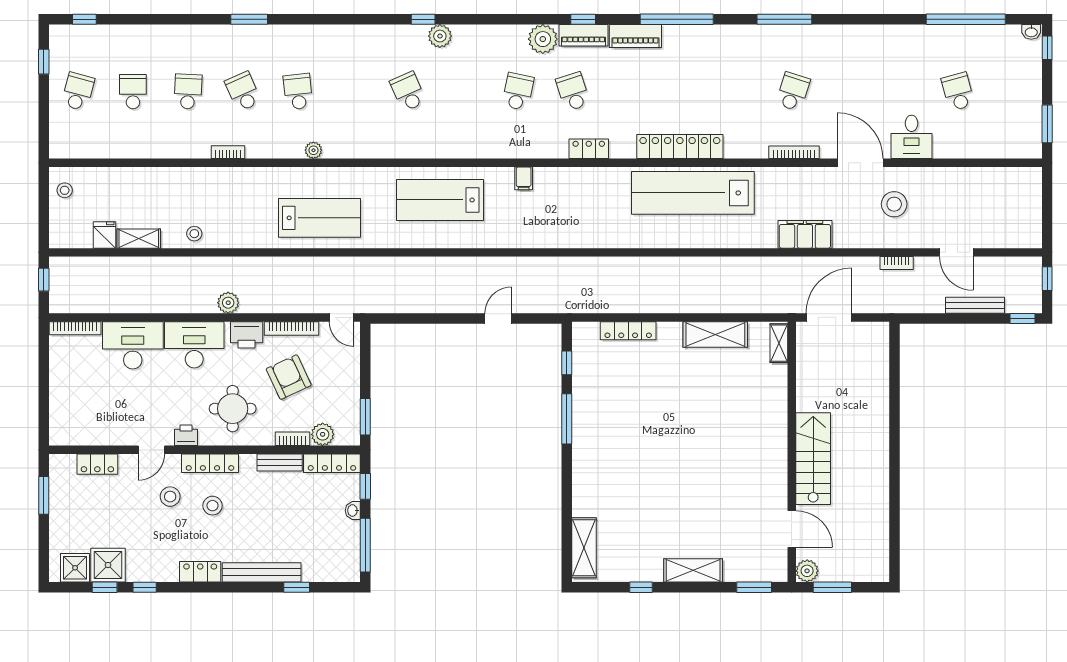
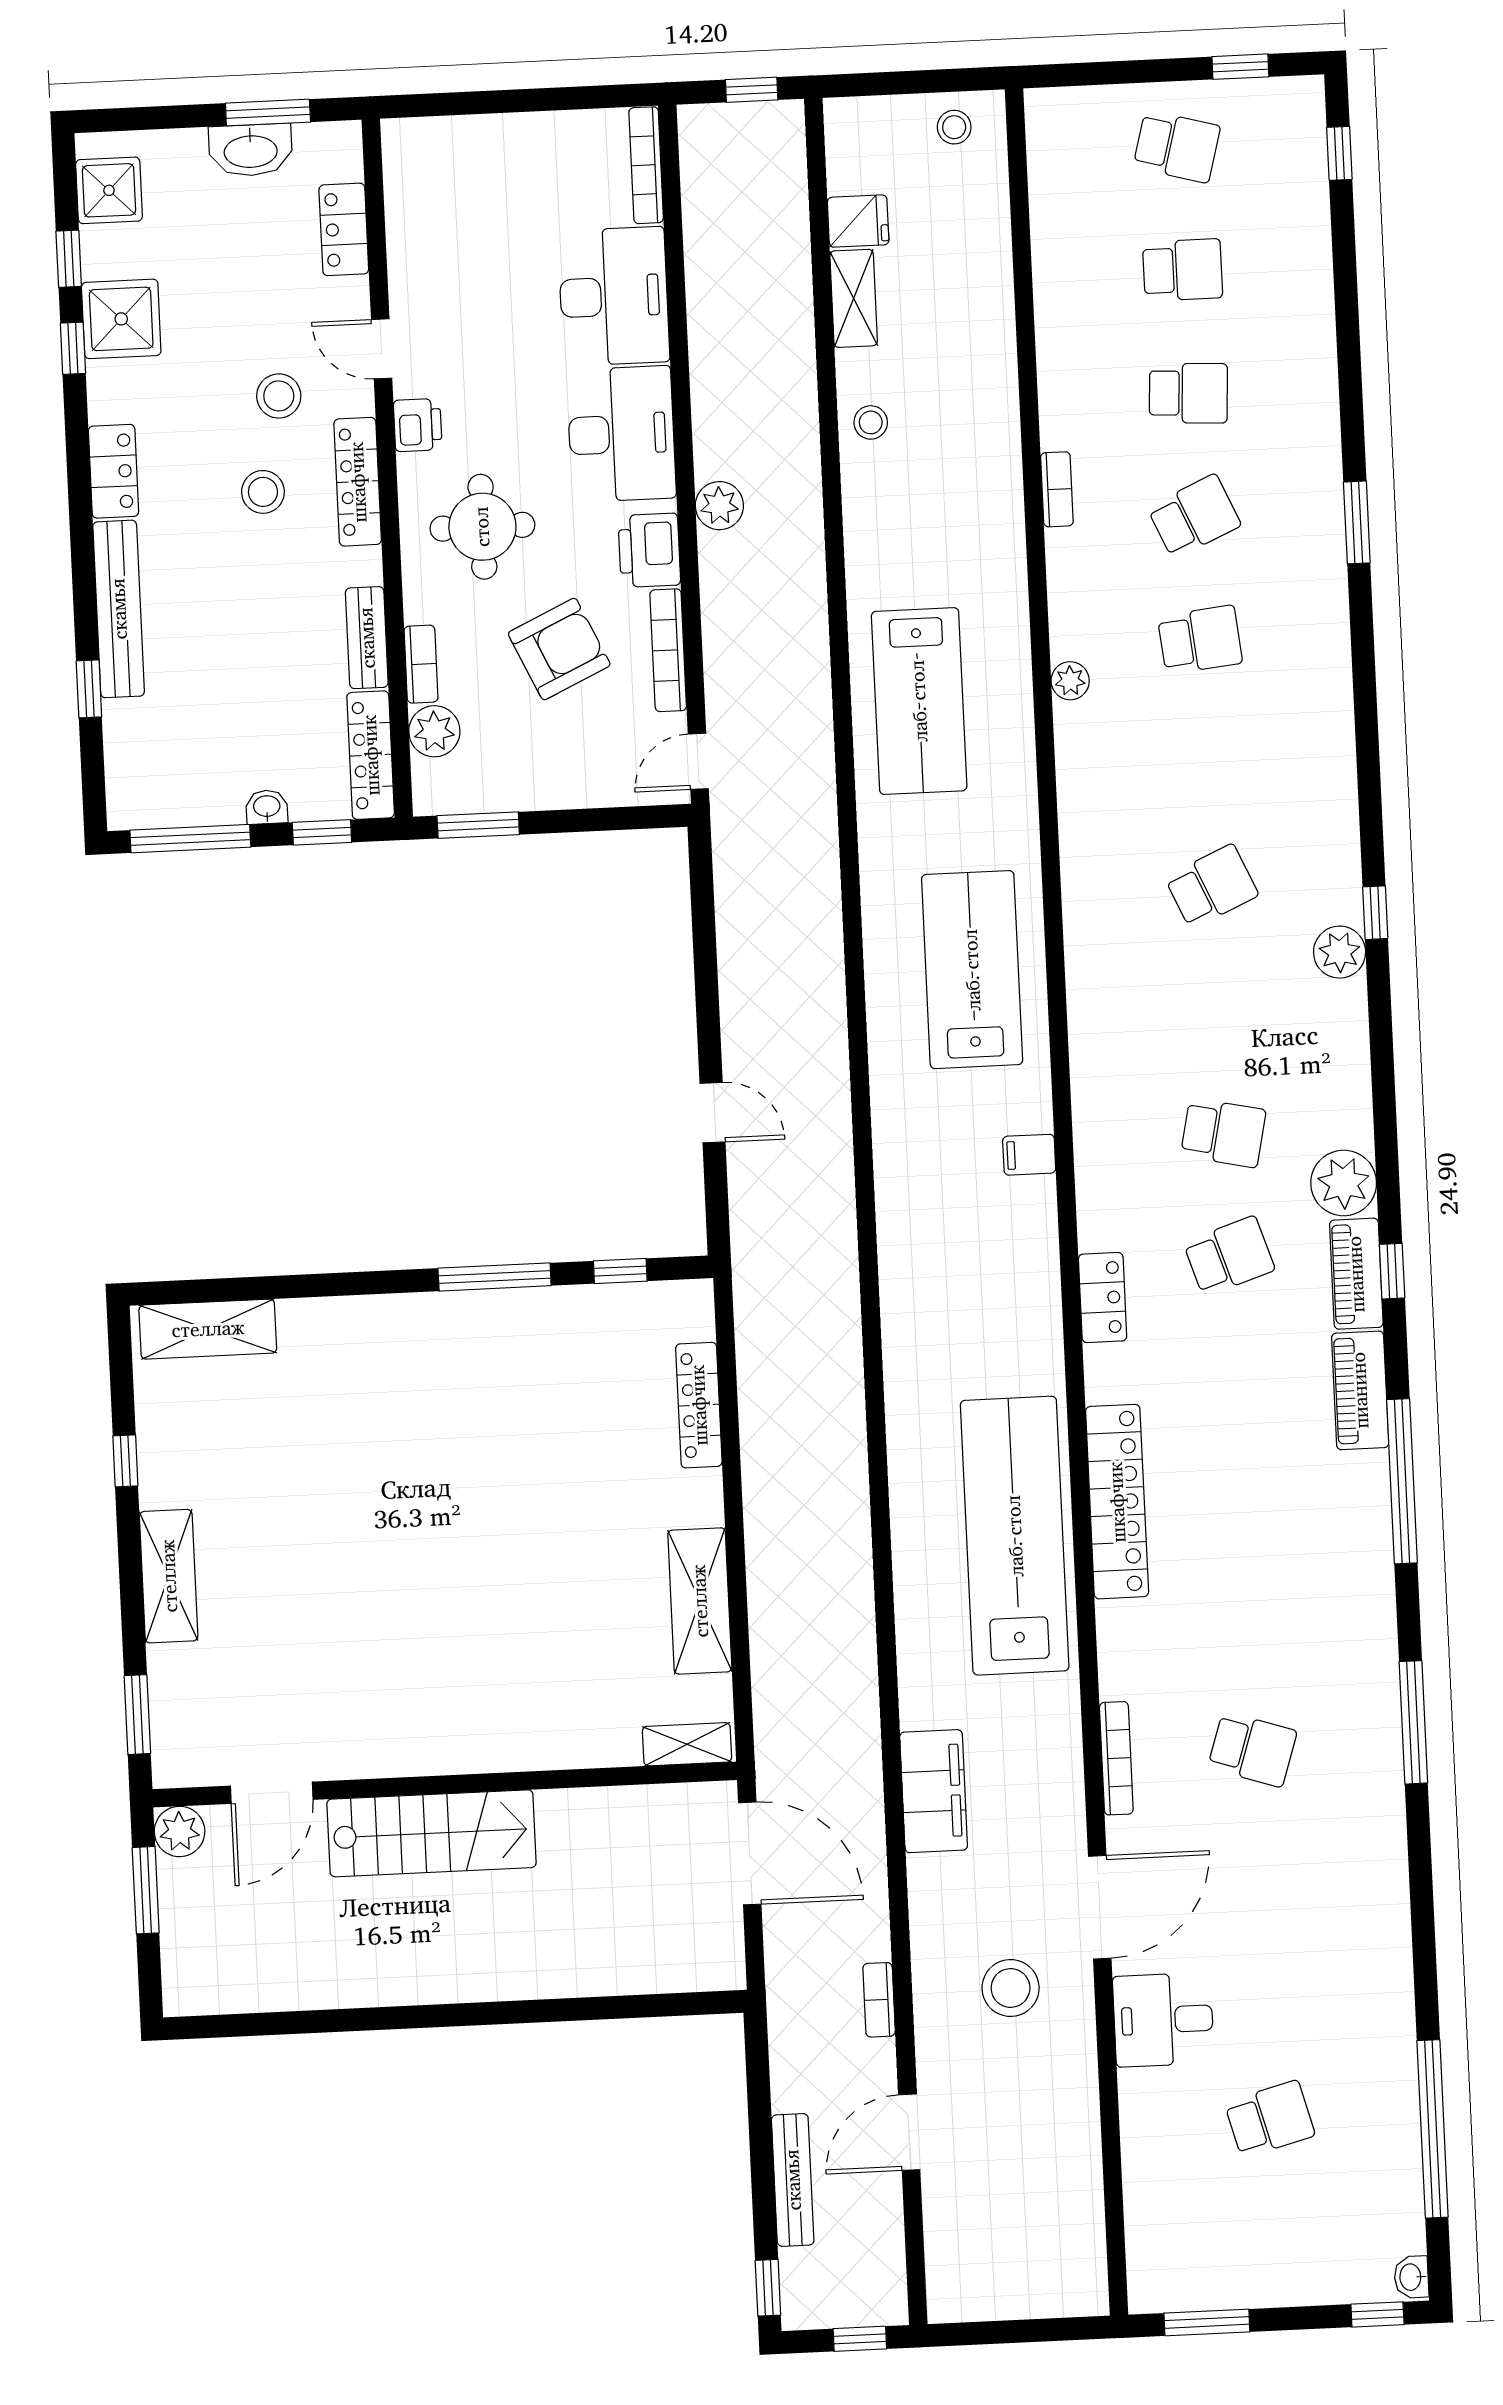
washbasin: (60, 504) -> (251, 150), added
shower: (108, 565) -> (121, 319), moved

